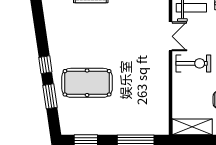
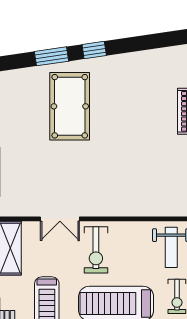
double door: (170, 36) -> (60, 219), moved

